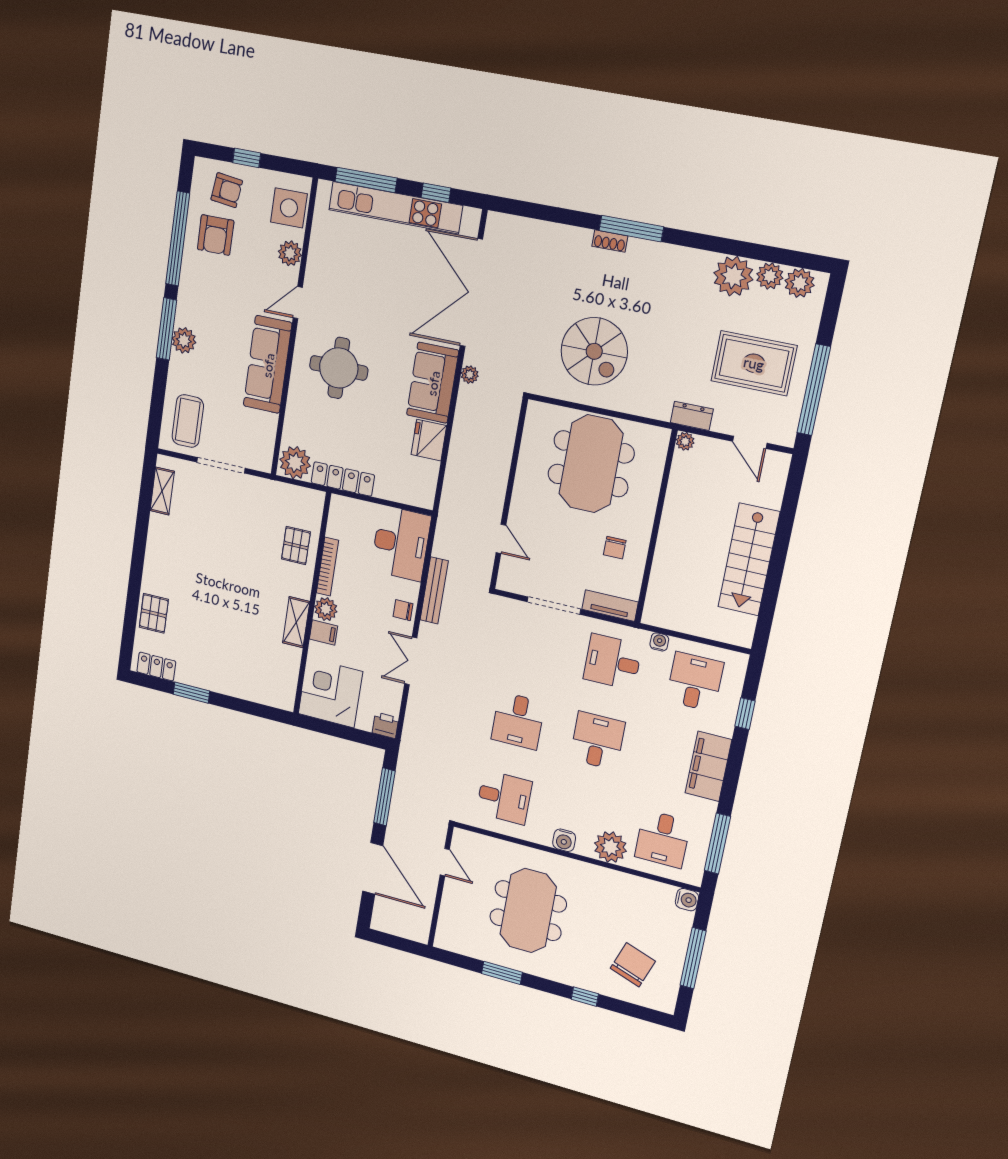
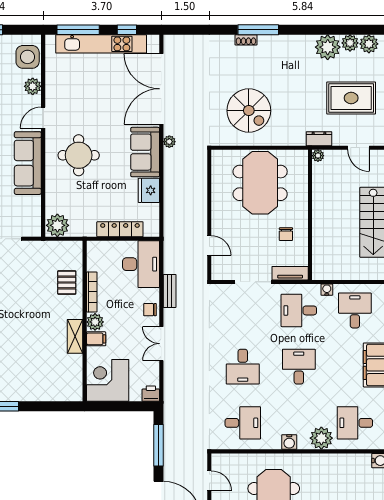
locker: (343, 479) -> (120, 229), moved
bench: (434, 590) -> (170, 291), width x0.73
desk: (663, 839) -> (355, 423), turned 90

